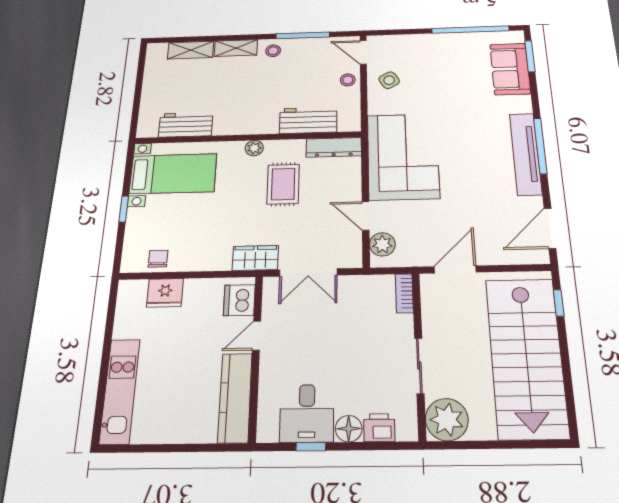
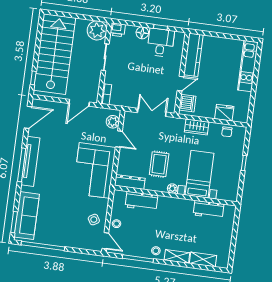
sofa: (510, 69) -> (27, 216), width x1.36
bed with nightstands: (173, 174) -> (200, 174), moved, turned 90
wardrobe: (255, 258) -> (197, 127), moved
printer: (379, 428) -> (118, 30), moved

